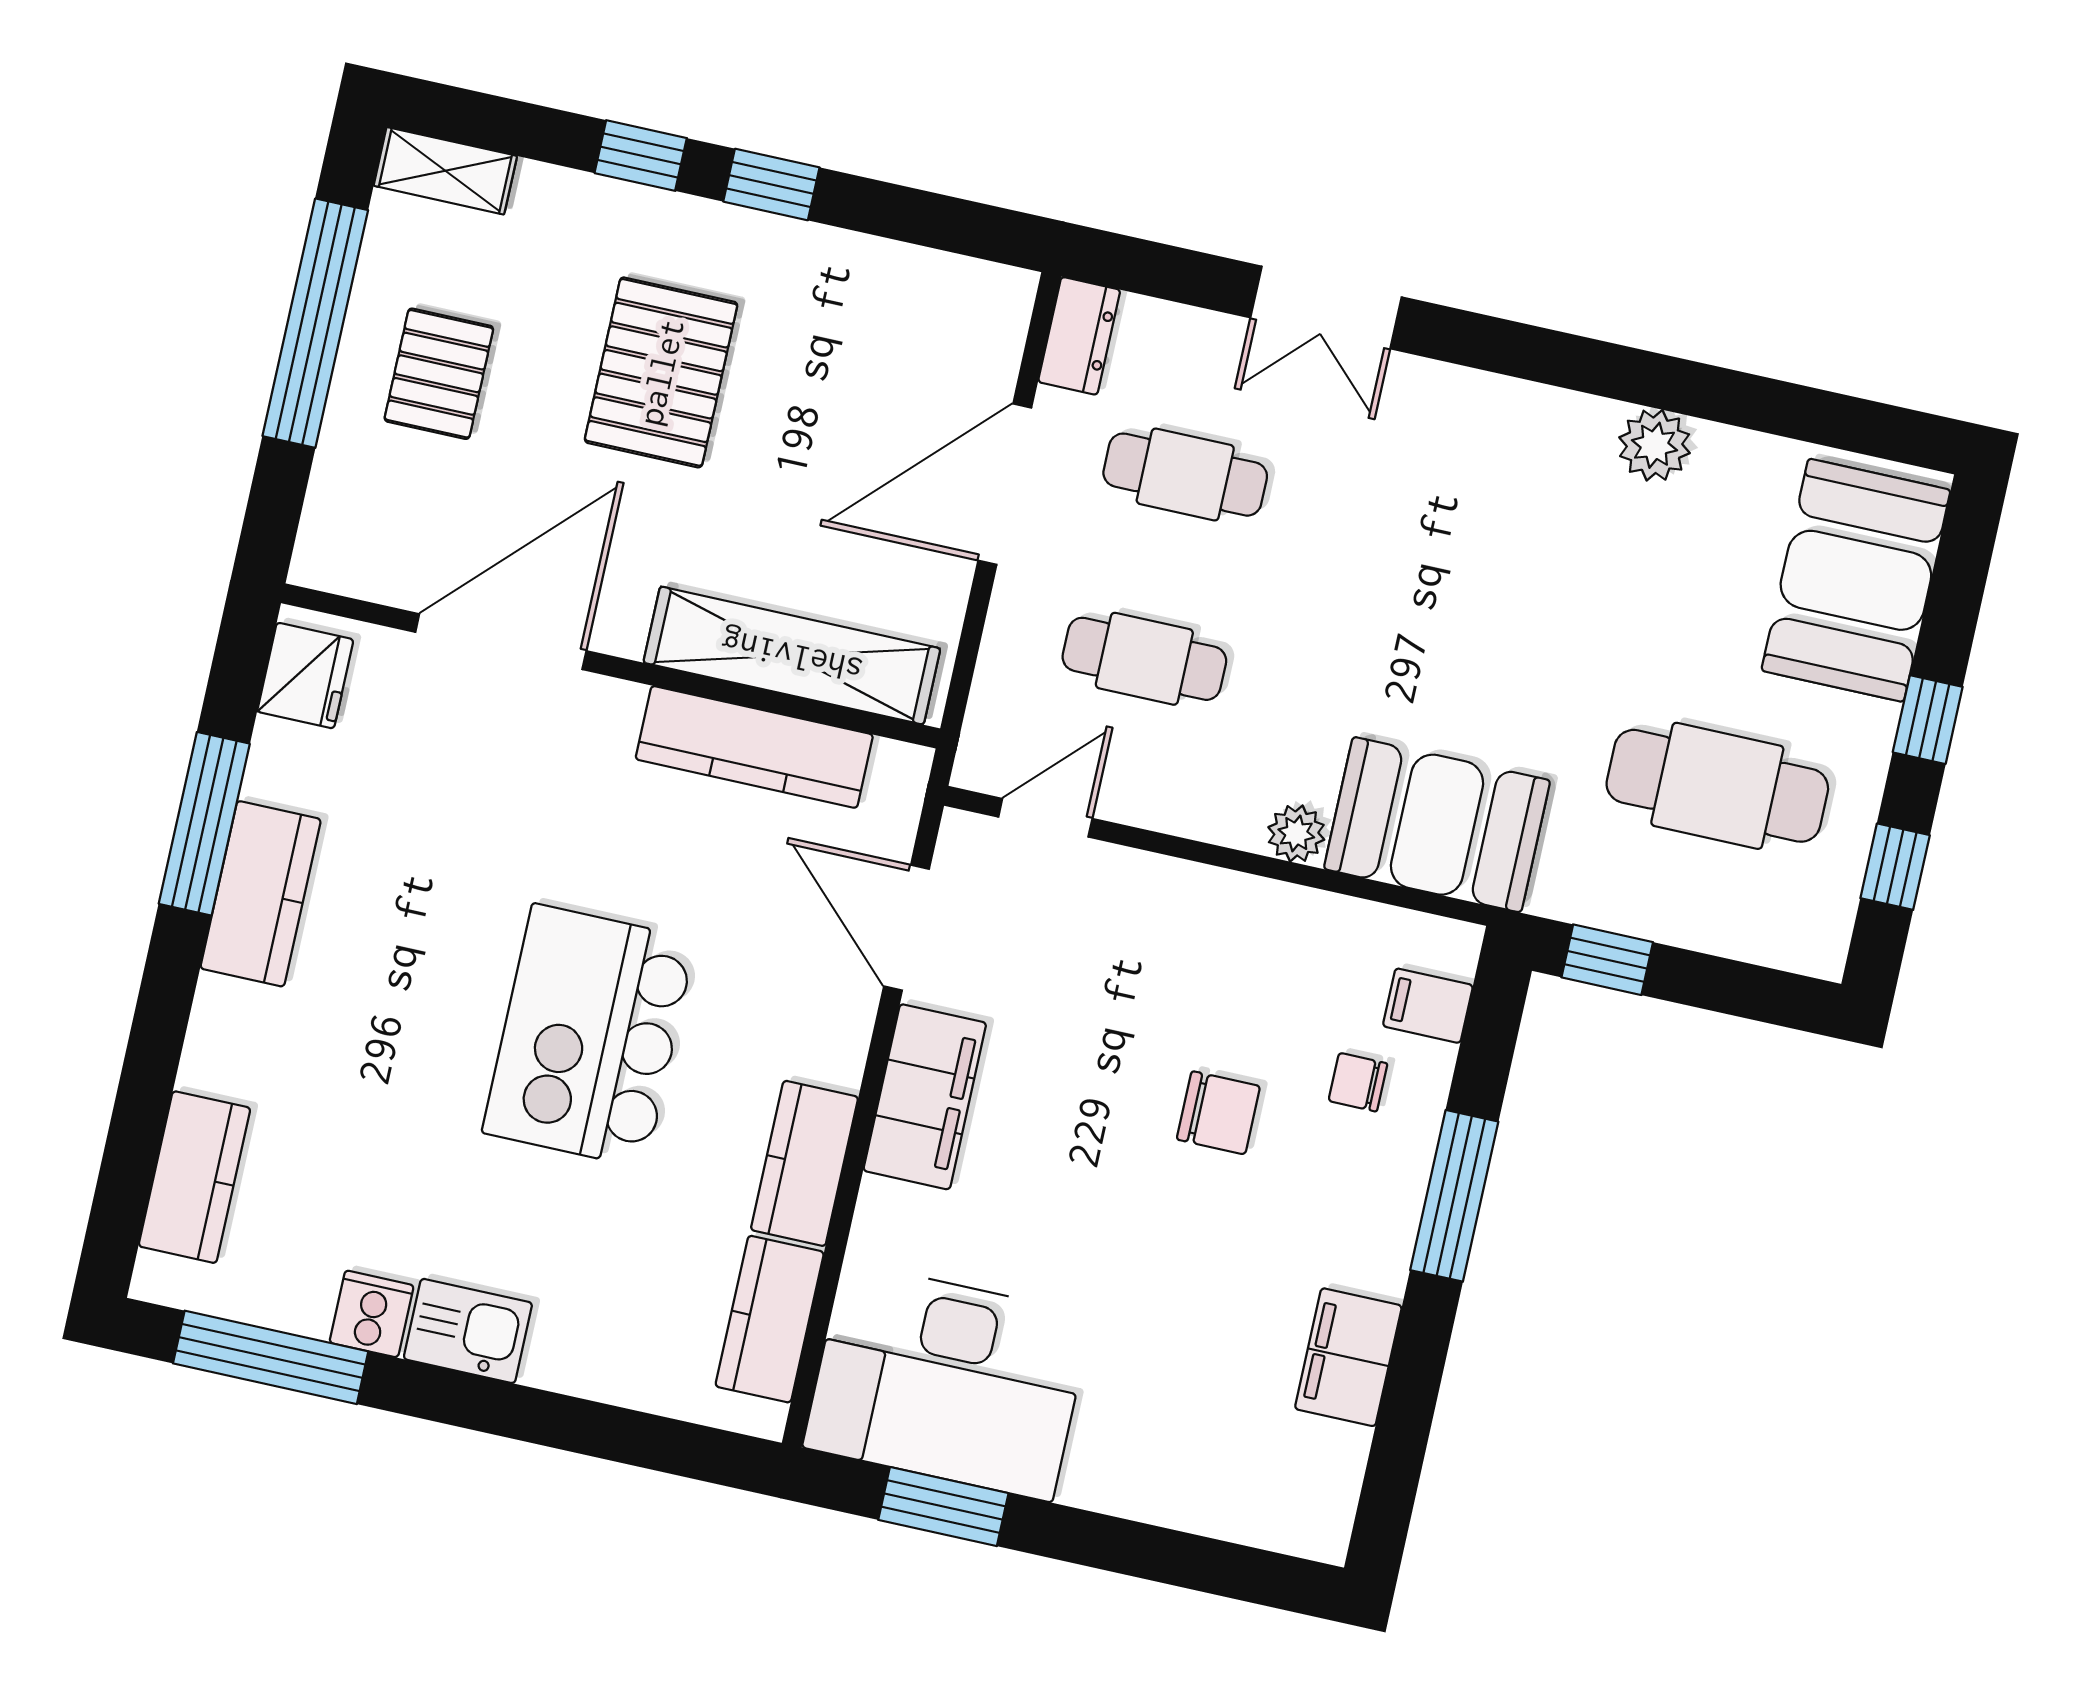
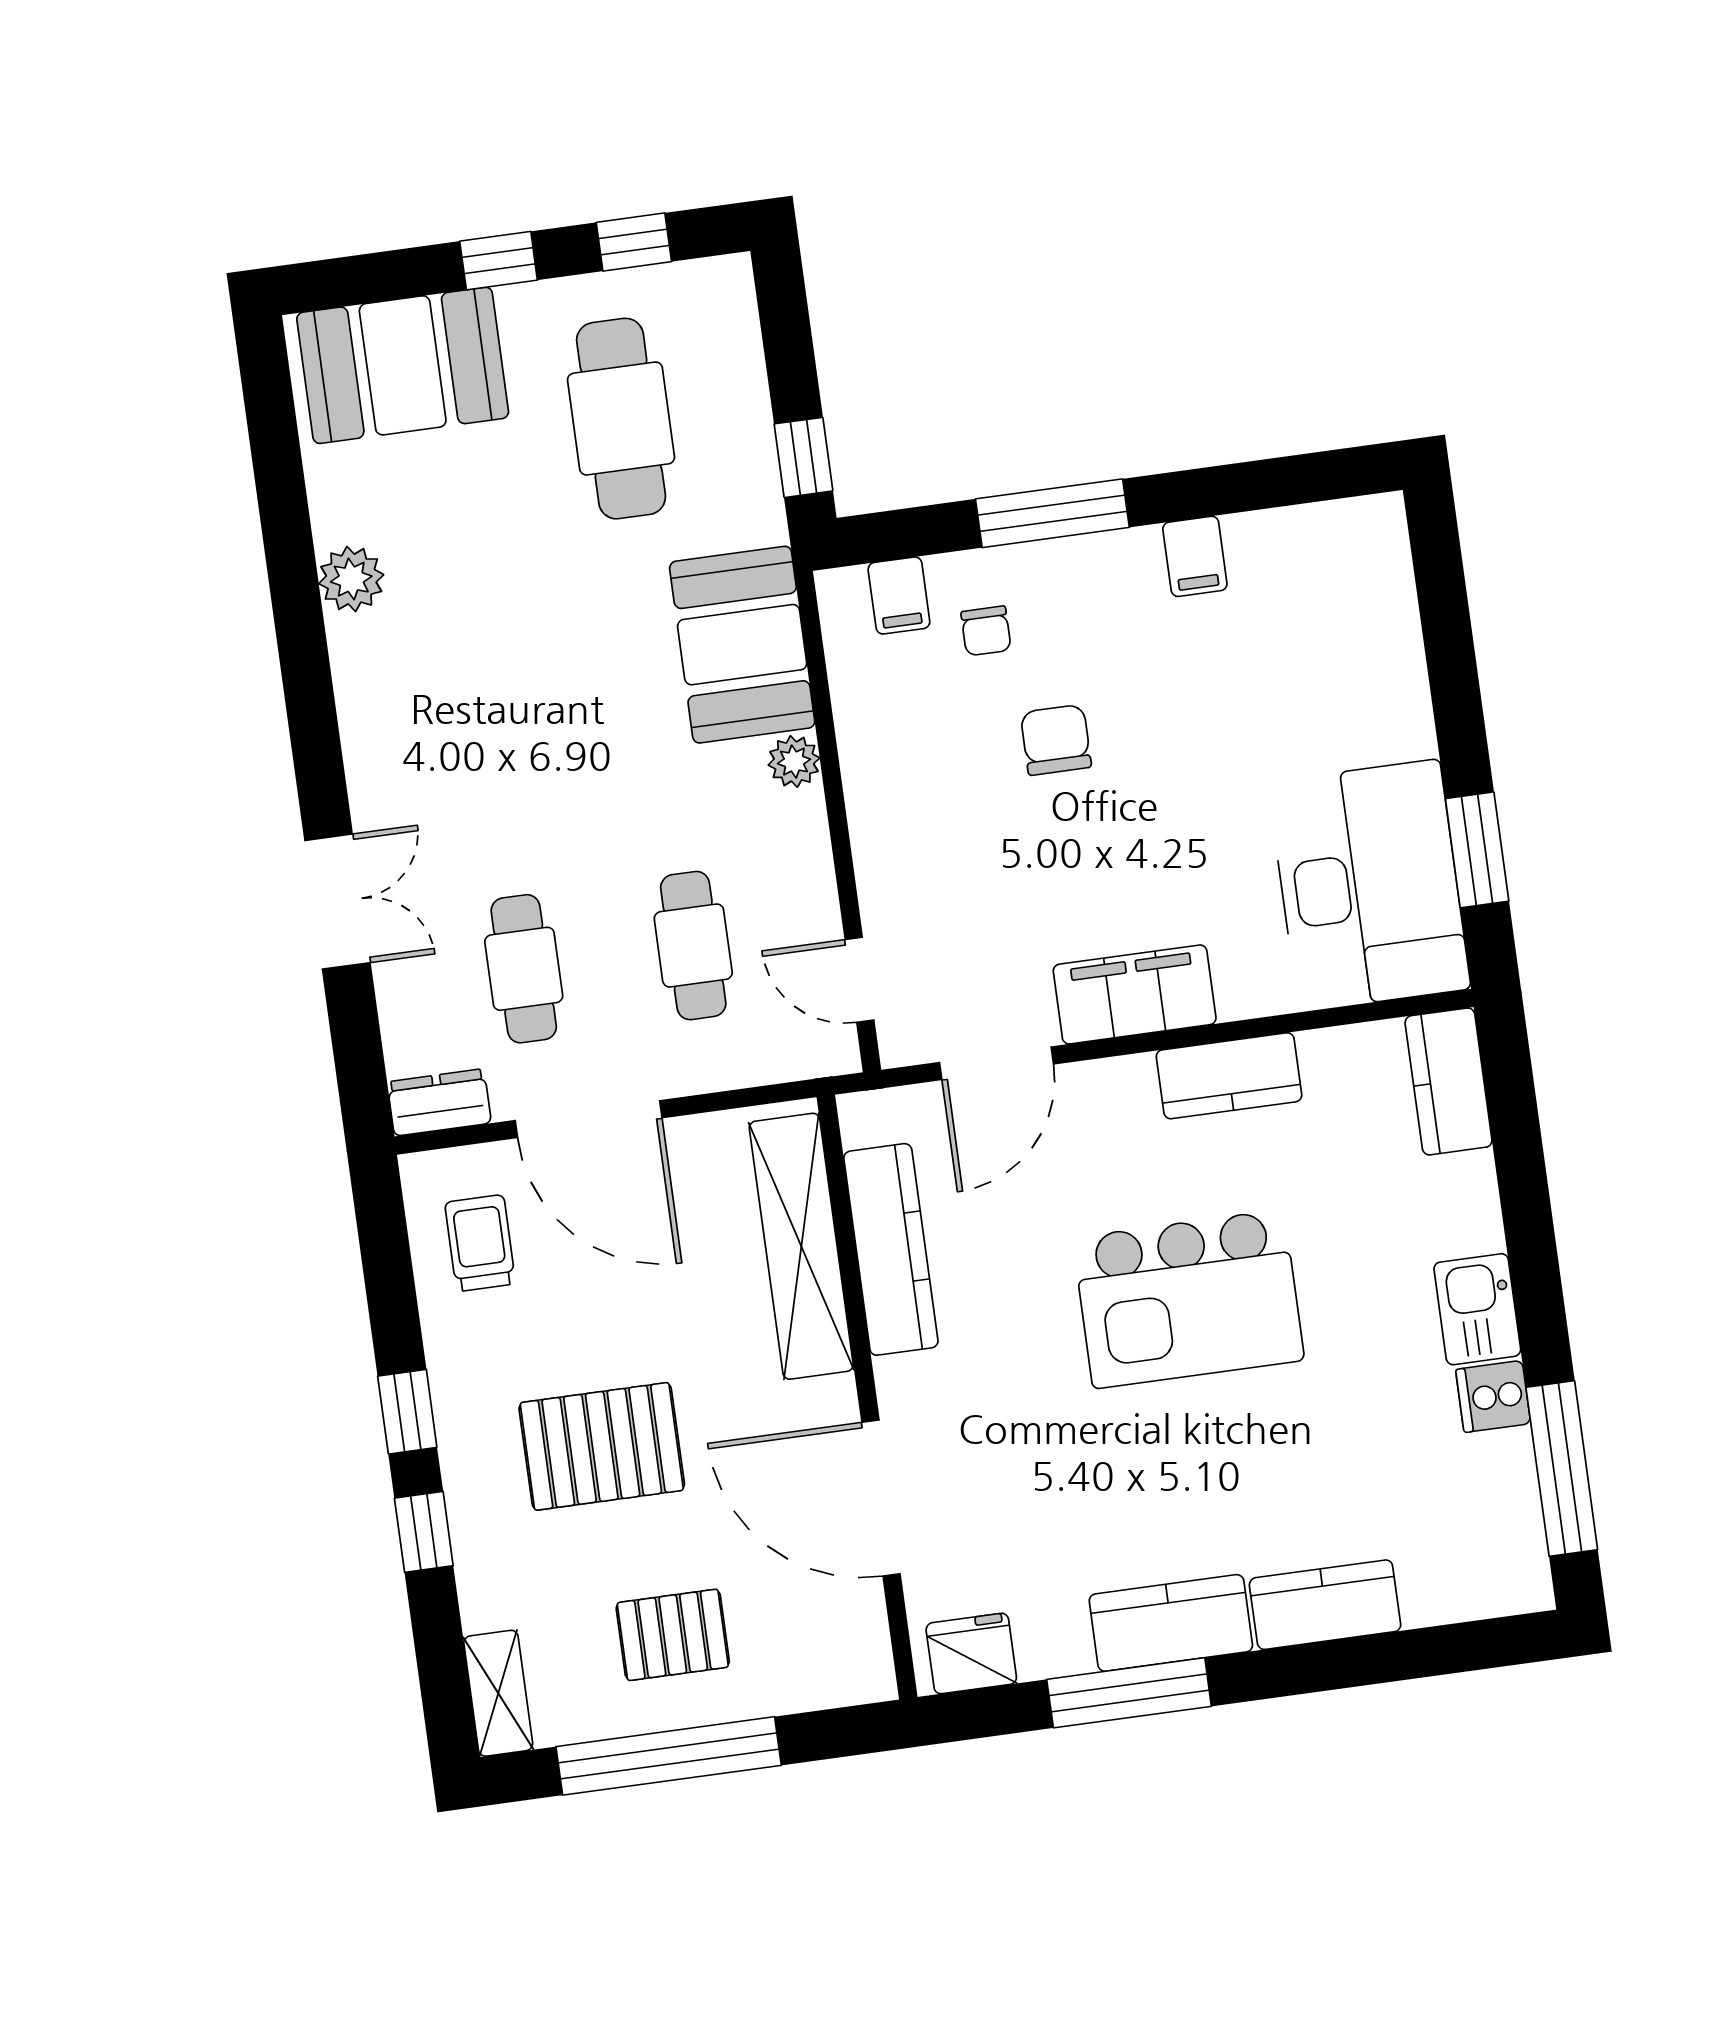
trolley: (918, 324) -> (480, 1243), added
kitchen counter: (195, 1177) -> (1325, 1605), moved
kitchen counter: (770, 1319) -> (1449, 1081), moved, turned 90
filing cabinet: (1348, 1357) -> (1195, 556), width x0.50

